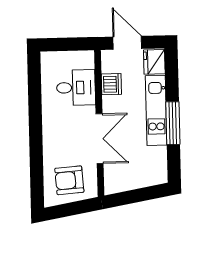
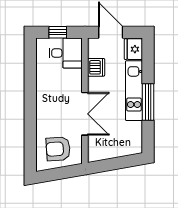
window: (66, 44) -> (58, 32), added
desk: (76, 88) -> (66, 53), moved

